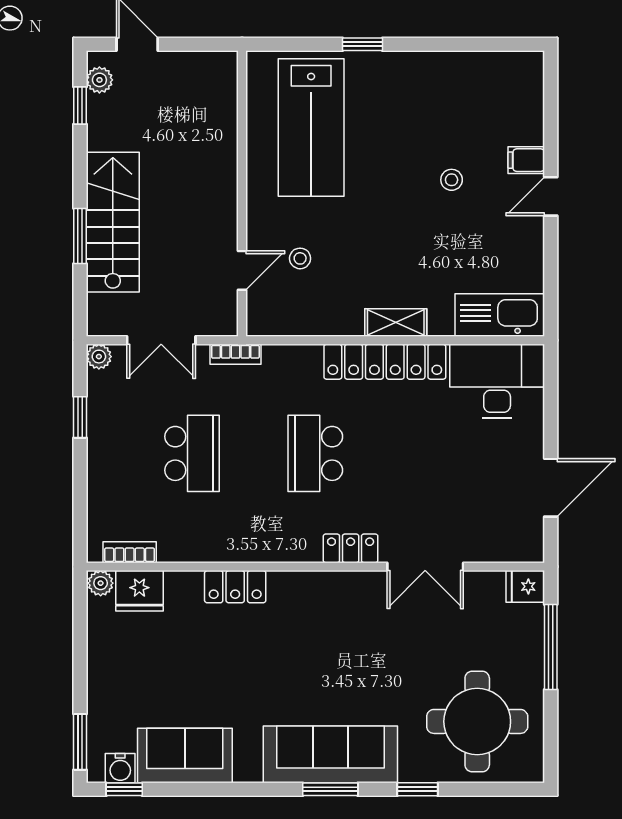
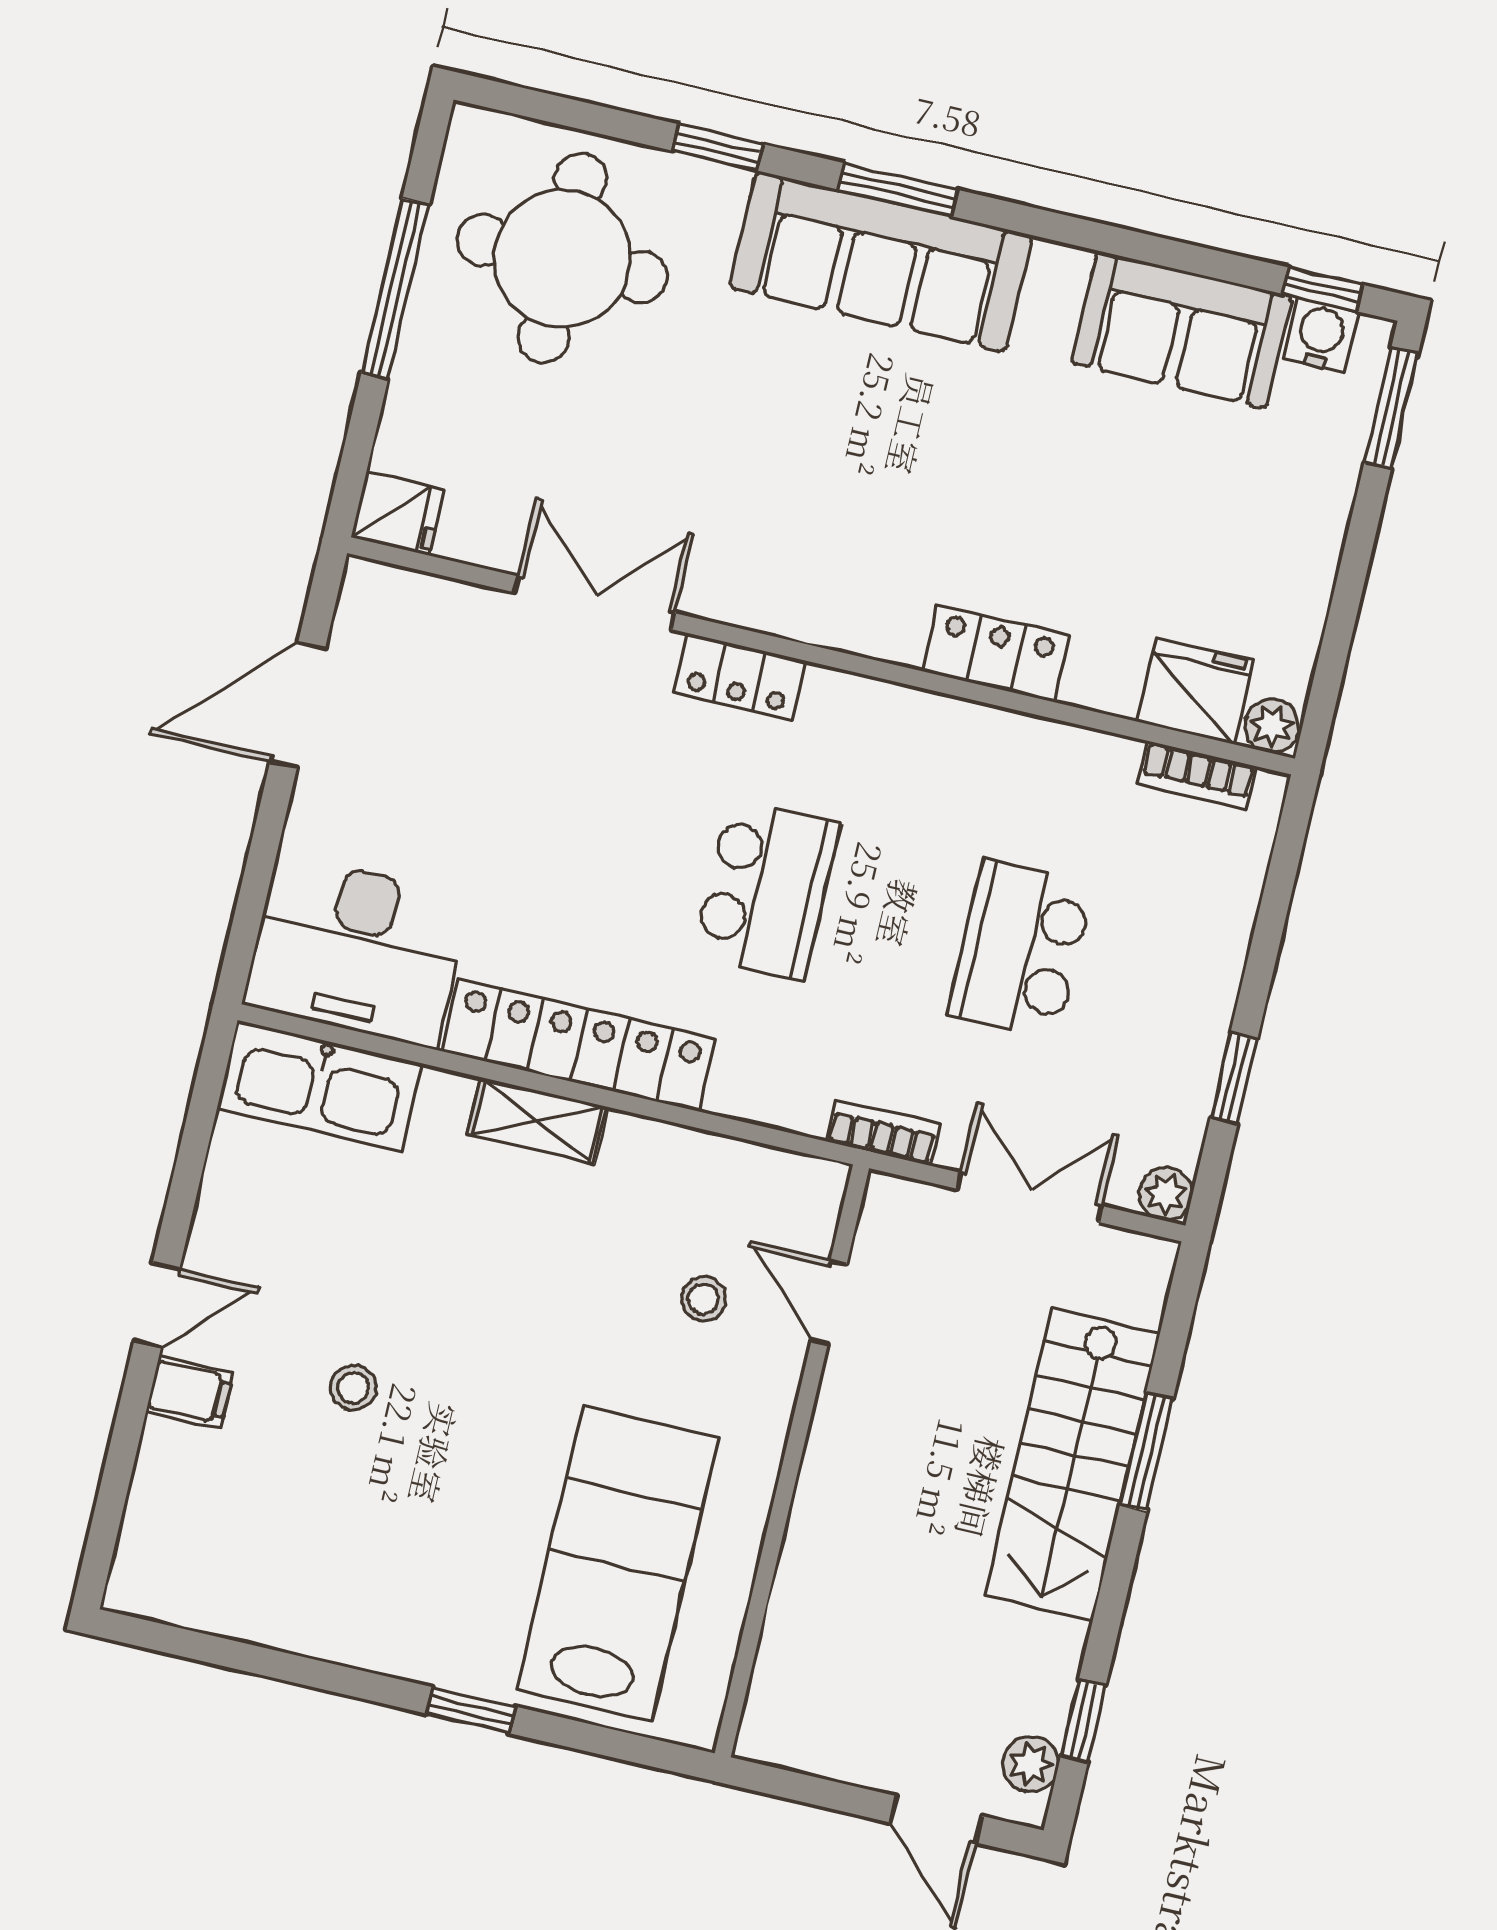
door: (242, 270) -> (829, 1303), hinge flipped
window: (551, 647) -> (395, 289), moved

